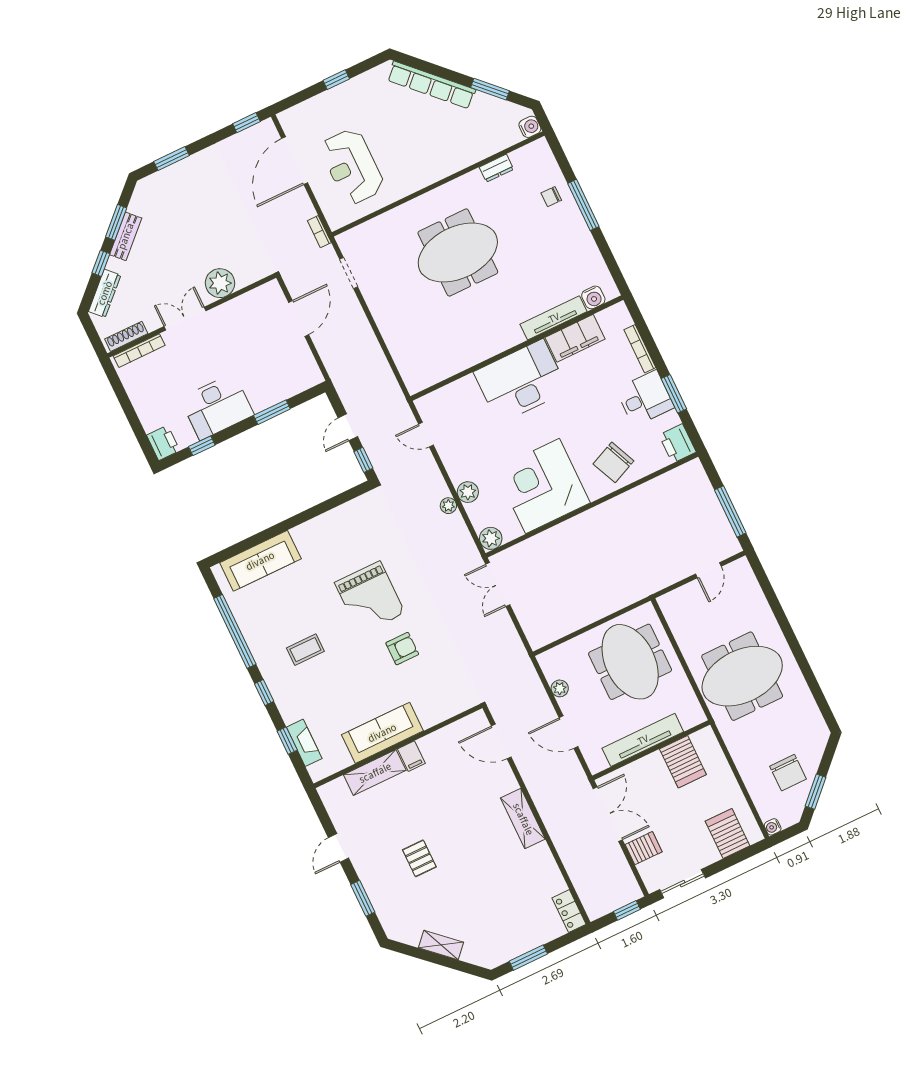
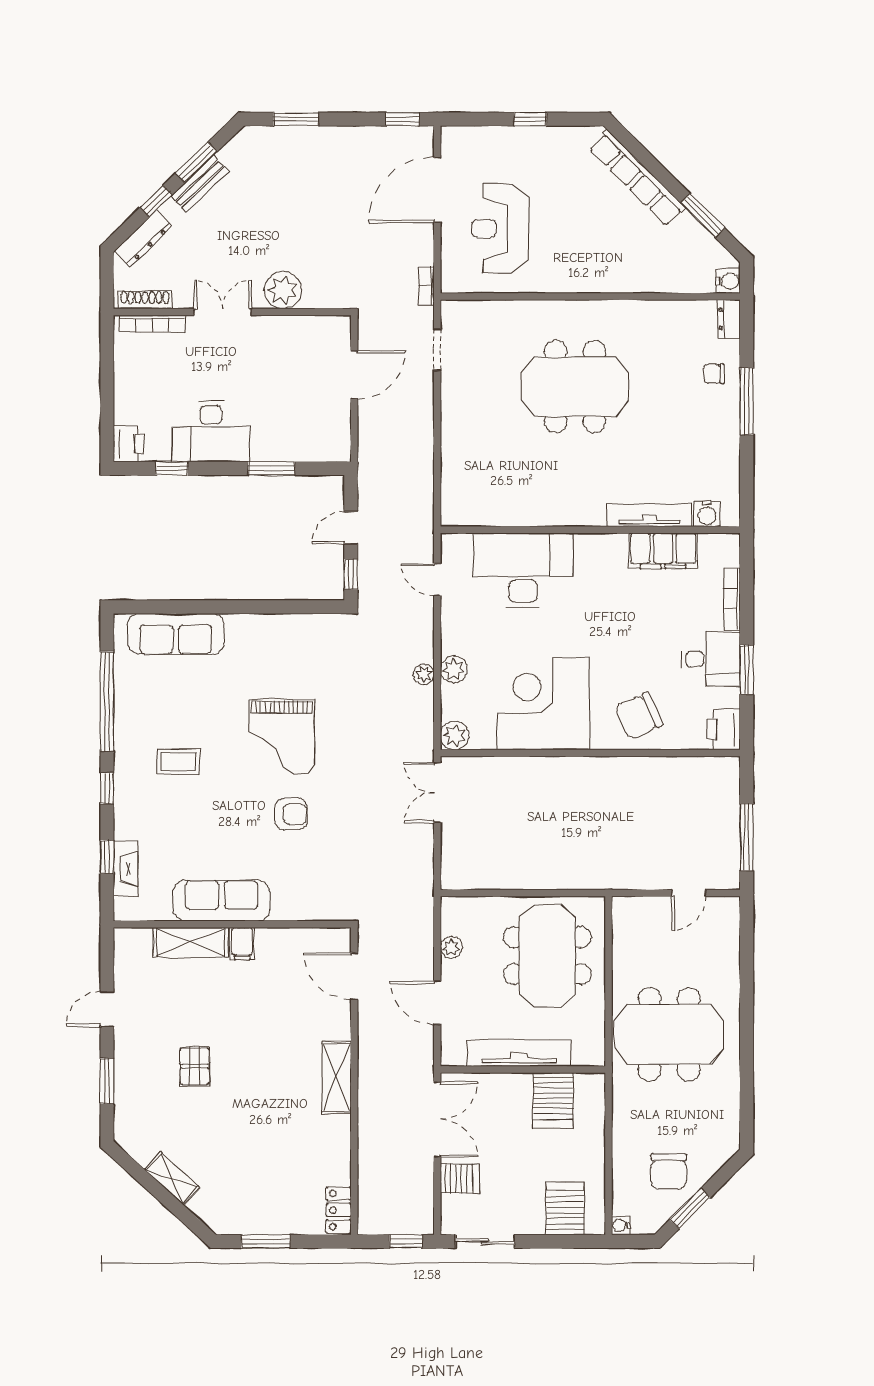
dresser: (496, 168) -> (729, 319), moved, turned 90
desk: (521, 381) -> (523, 571), moved

